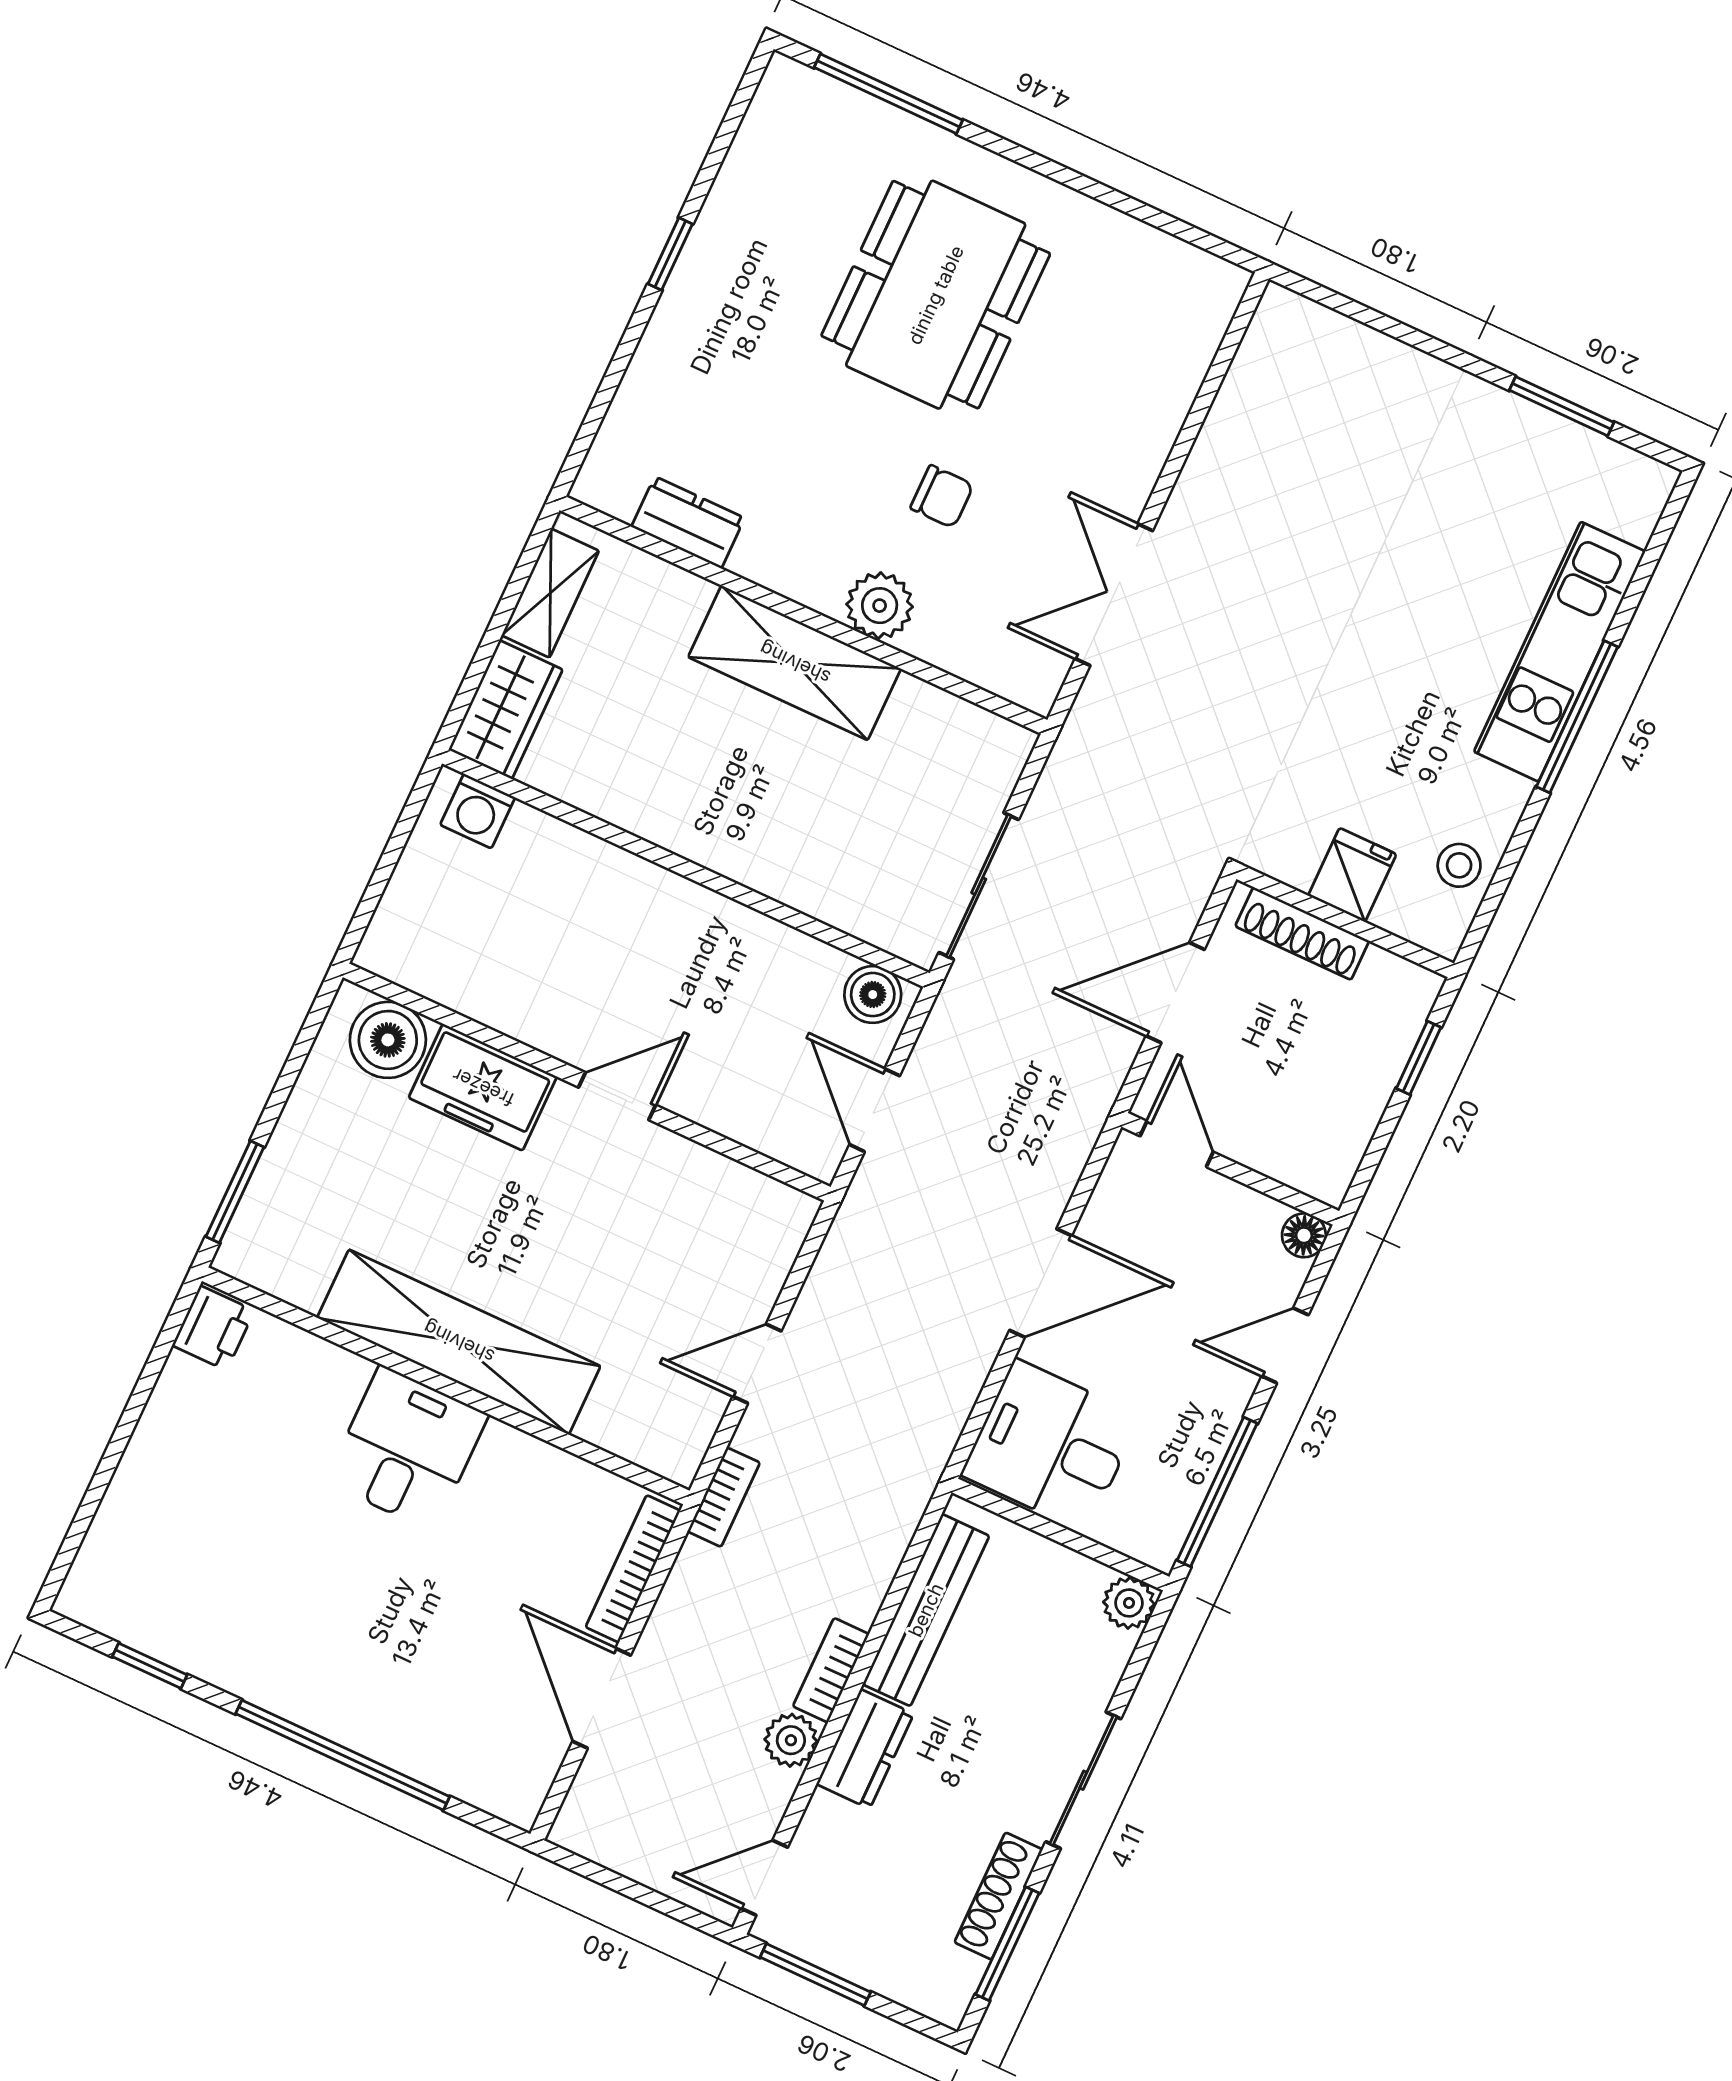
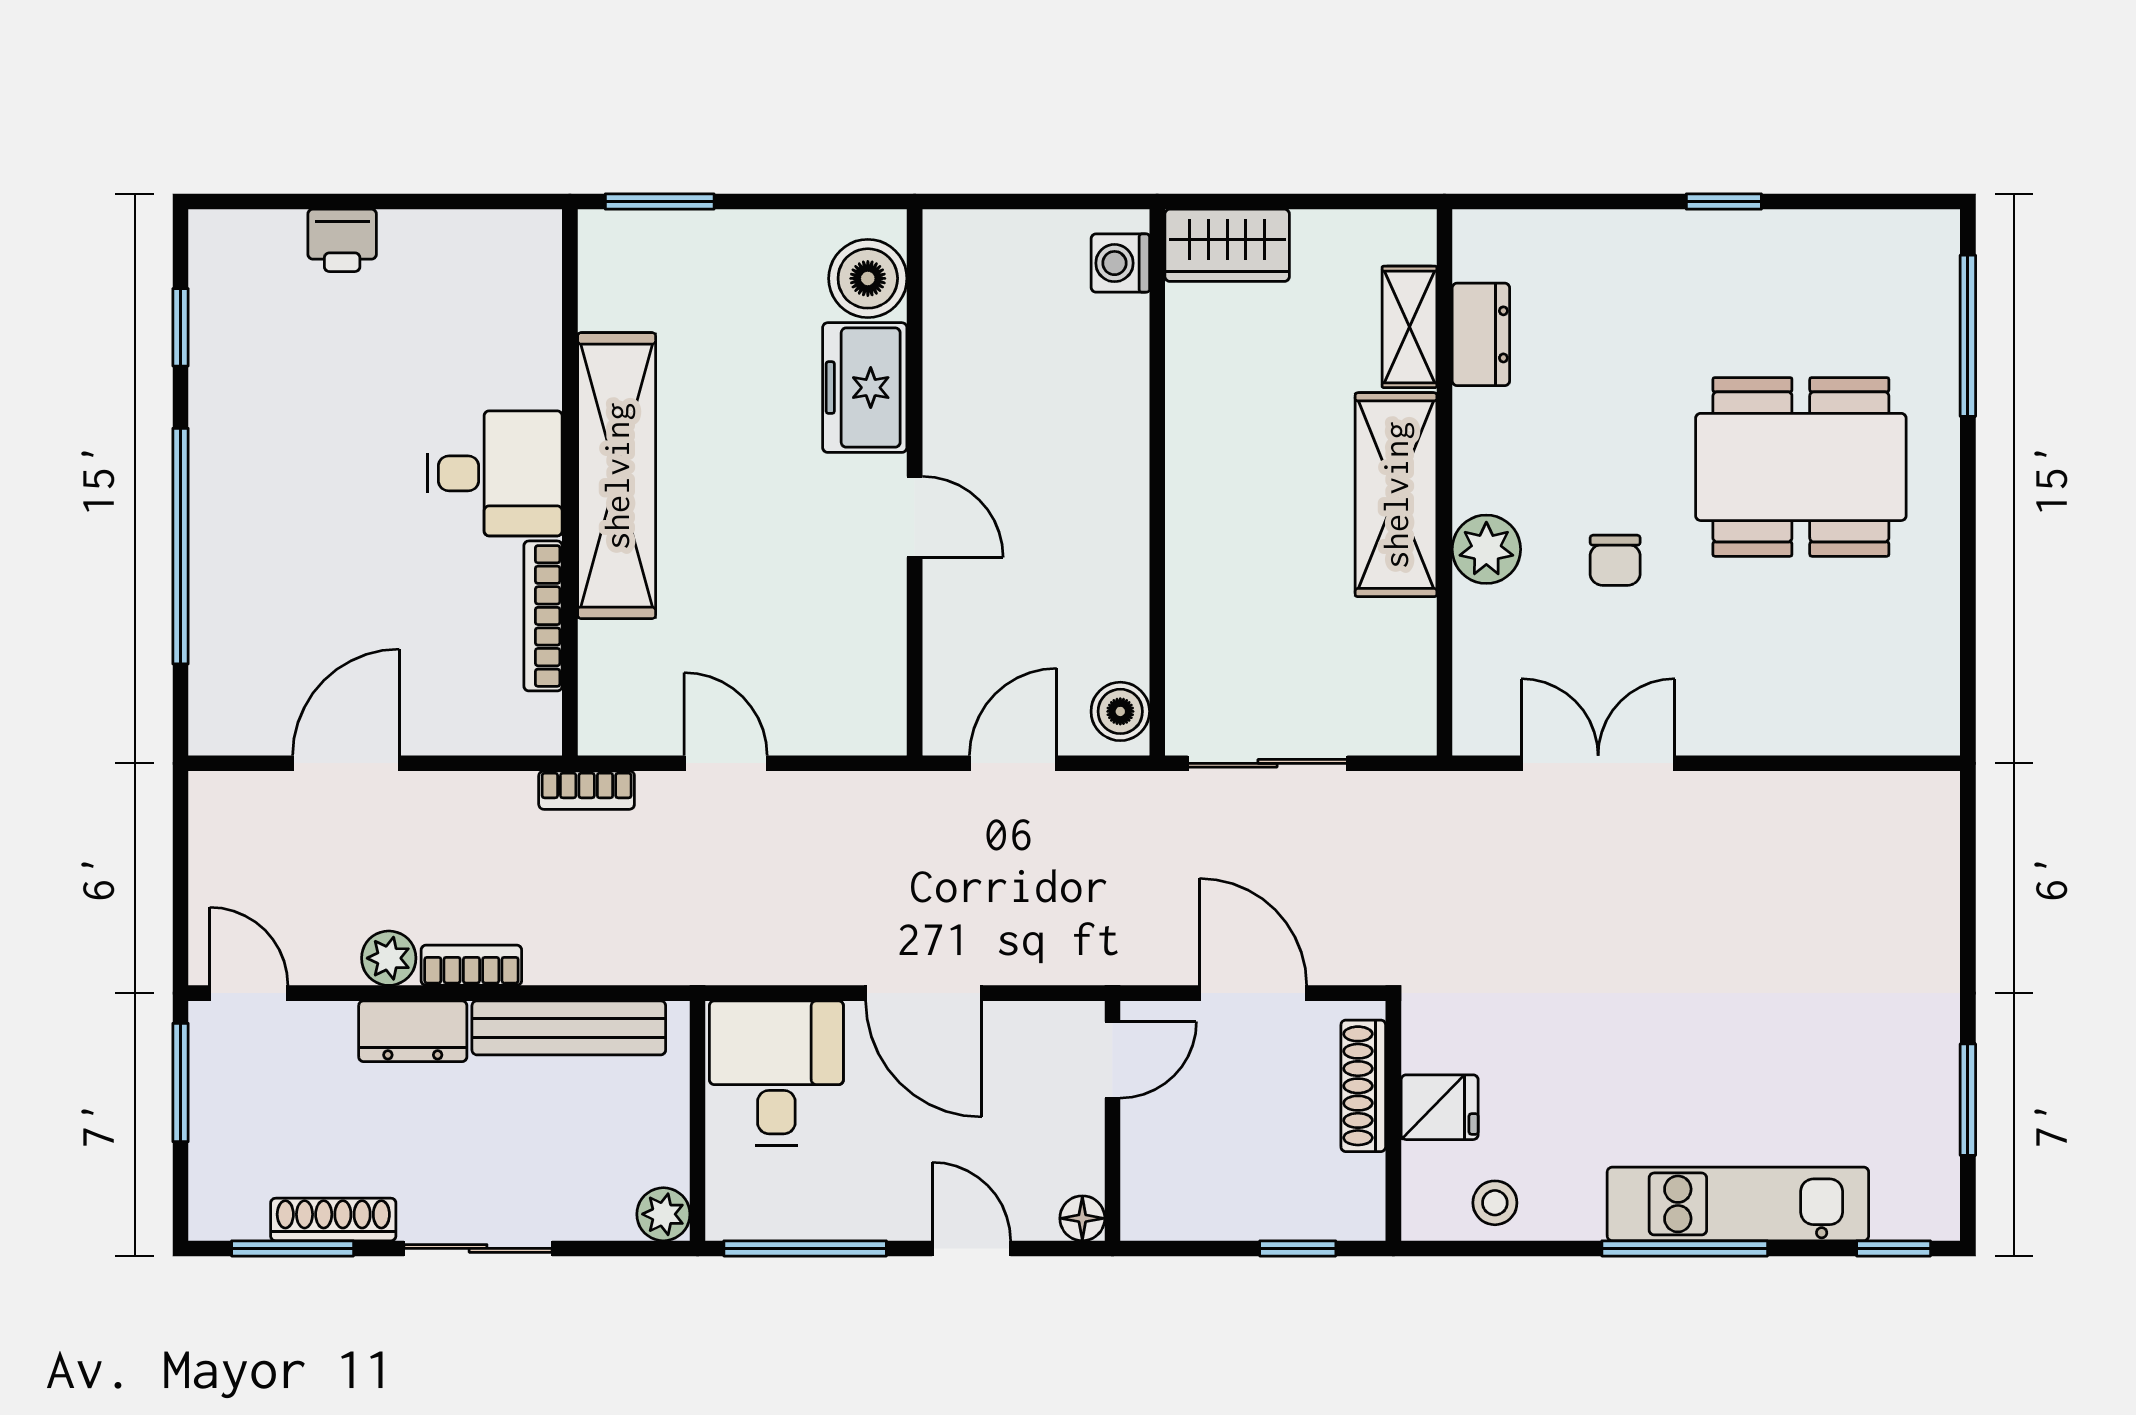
window: (1662, 533) -> (1894, 1248), added
shelving: (550, 593) -> (1409, 327), moved, turned 90
printer: (213, 1328) -> (342, 240), moved
bookcase: (633, 1569) -> (543, 616), moved, turned -90

